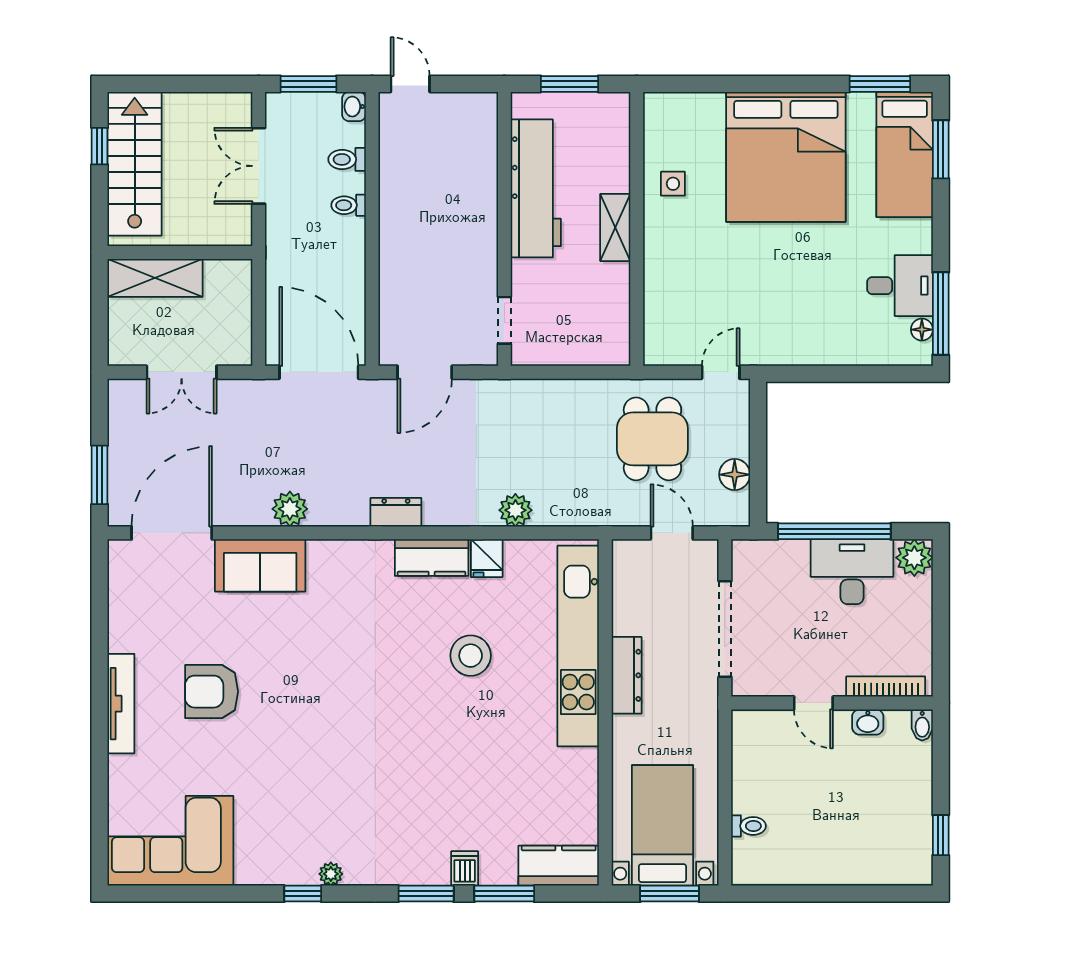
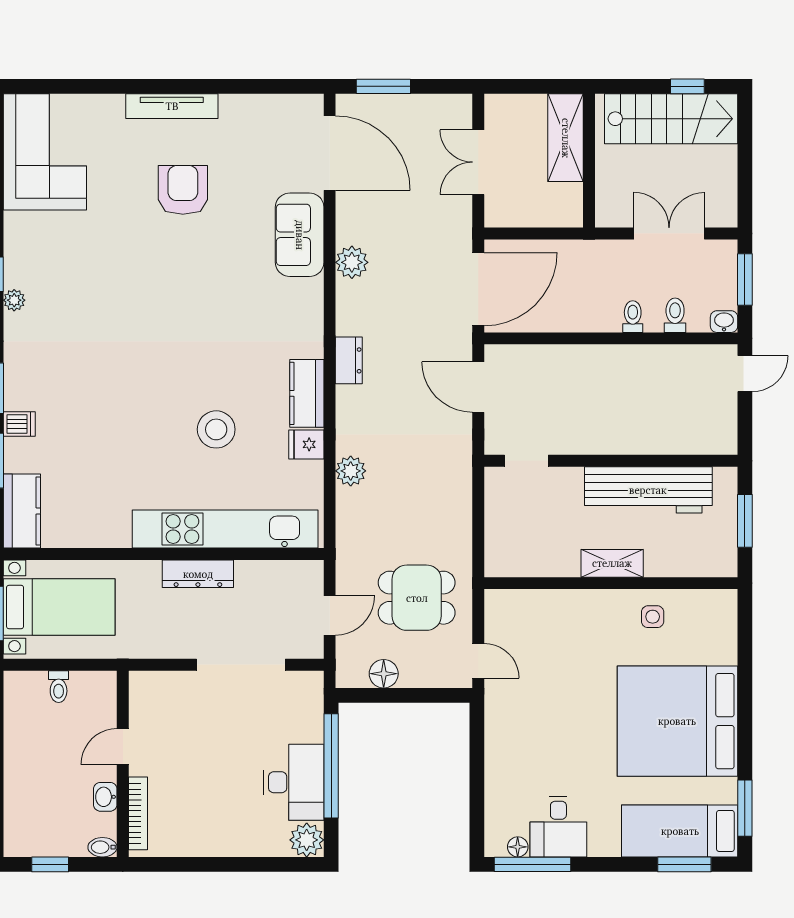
bookcase: (886, 687) -> (138, 813), moved
door: (813, 703) -> (123, 747), moved
wall: (832, 703) -> (123, 764), moved
washbasin: (868, 722) -> (105, 797), moved
bidet: (922, 725) -> (102, 847), moved

